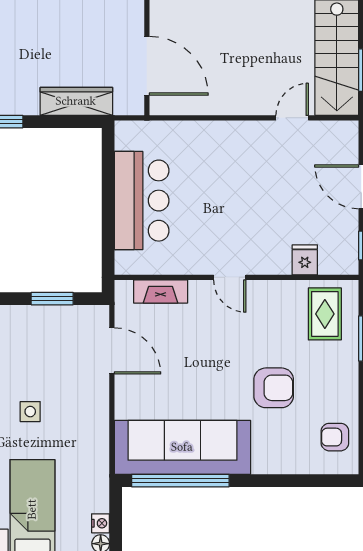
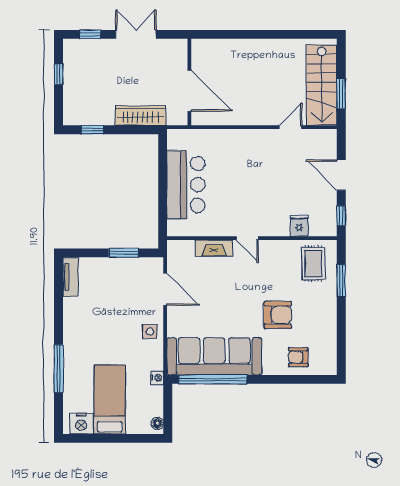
fireplace: (161, 292) -> (214, 248), moved
side table: (30, 412) -> (150, 332), moved
armchair: (335, 437) -> (298, 357), moved
nightstand: (100, 523) -> (157, 378), moved

